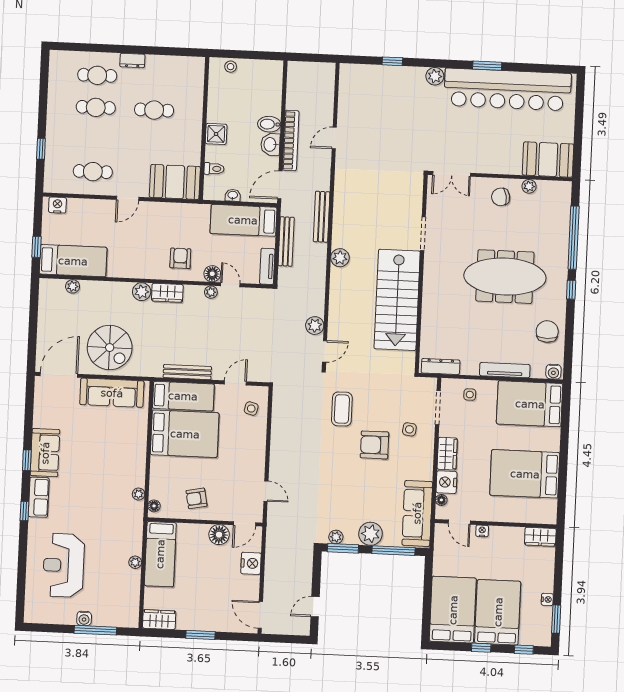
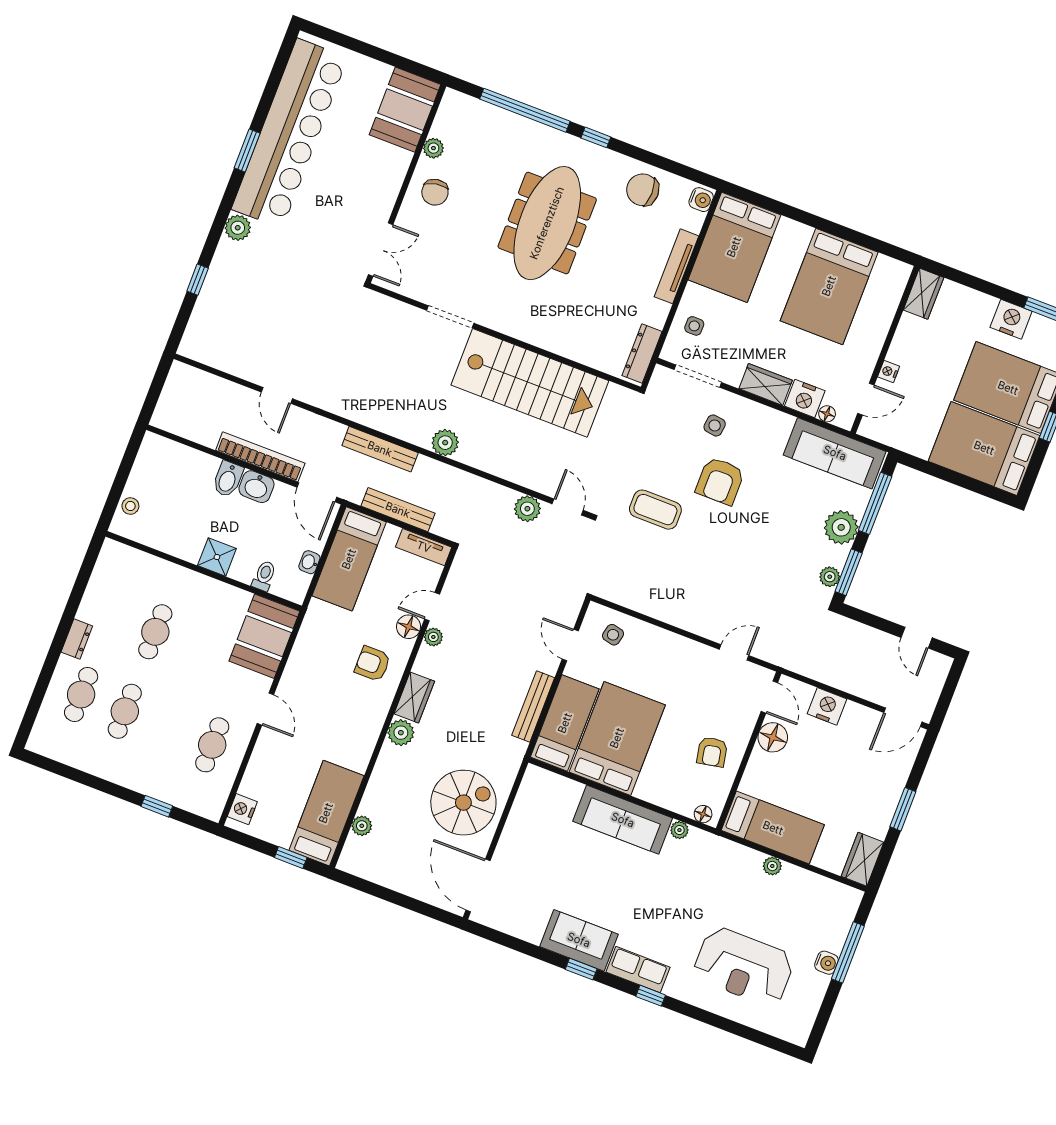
sofa: (112, 393) -> (623, 820), moved, turned 90
nightstand: (547, 599) -> (1011, 319), width x1.89, depth x1.79

